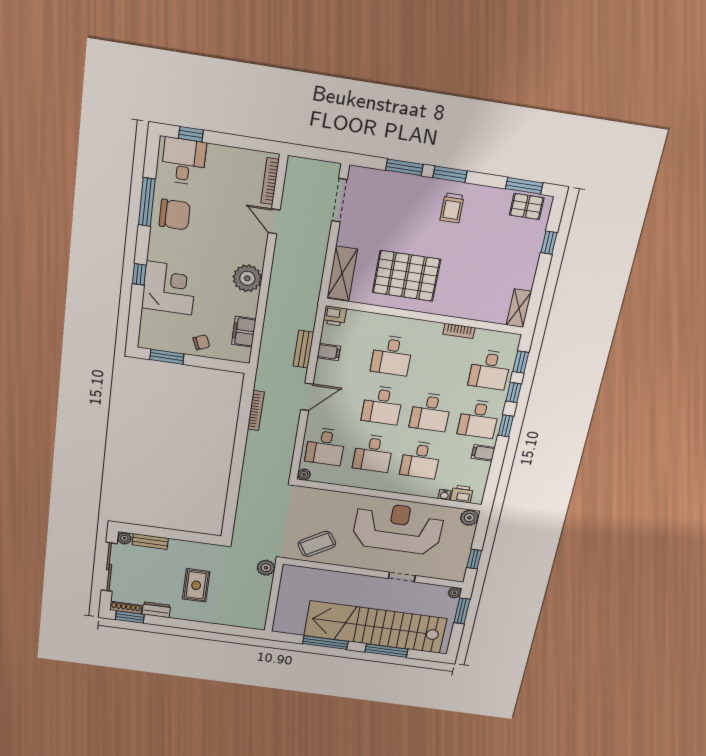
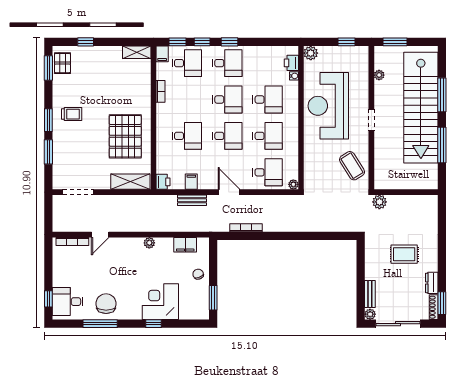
plant: (247, 278) -> (149, 243), width x0.53, depth x0.53
filing cabinet: (483, 453) -> (162, 54), moved
doorway: (402, 577) -> (371, 120), moved
plant: (455, 593) -> (379, 75), moved

